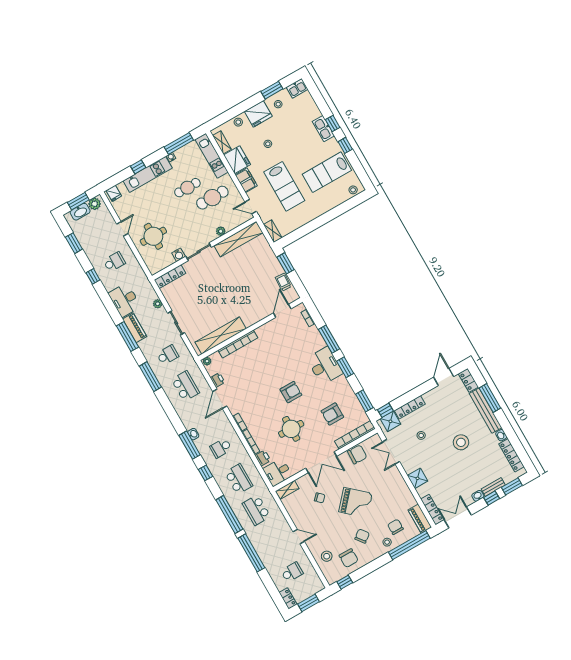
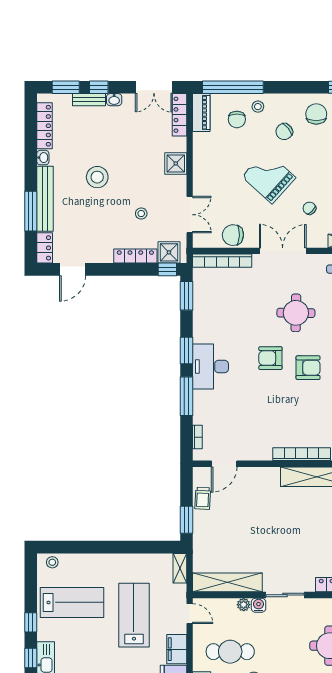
water cooler: (179, 255) -> (259, 605), moved
armchair: (332, 414) -> (308, 368), moved

